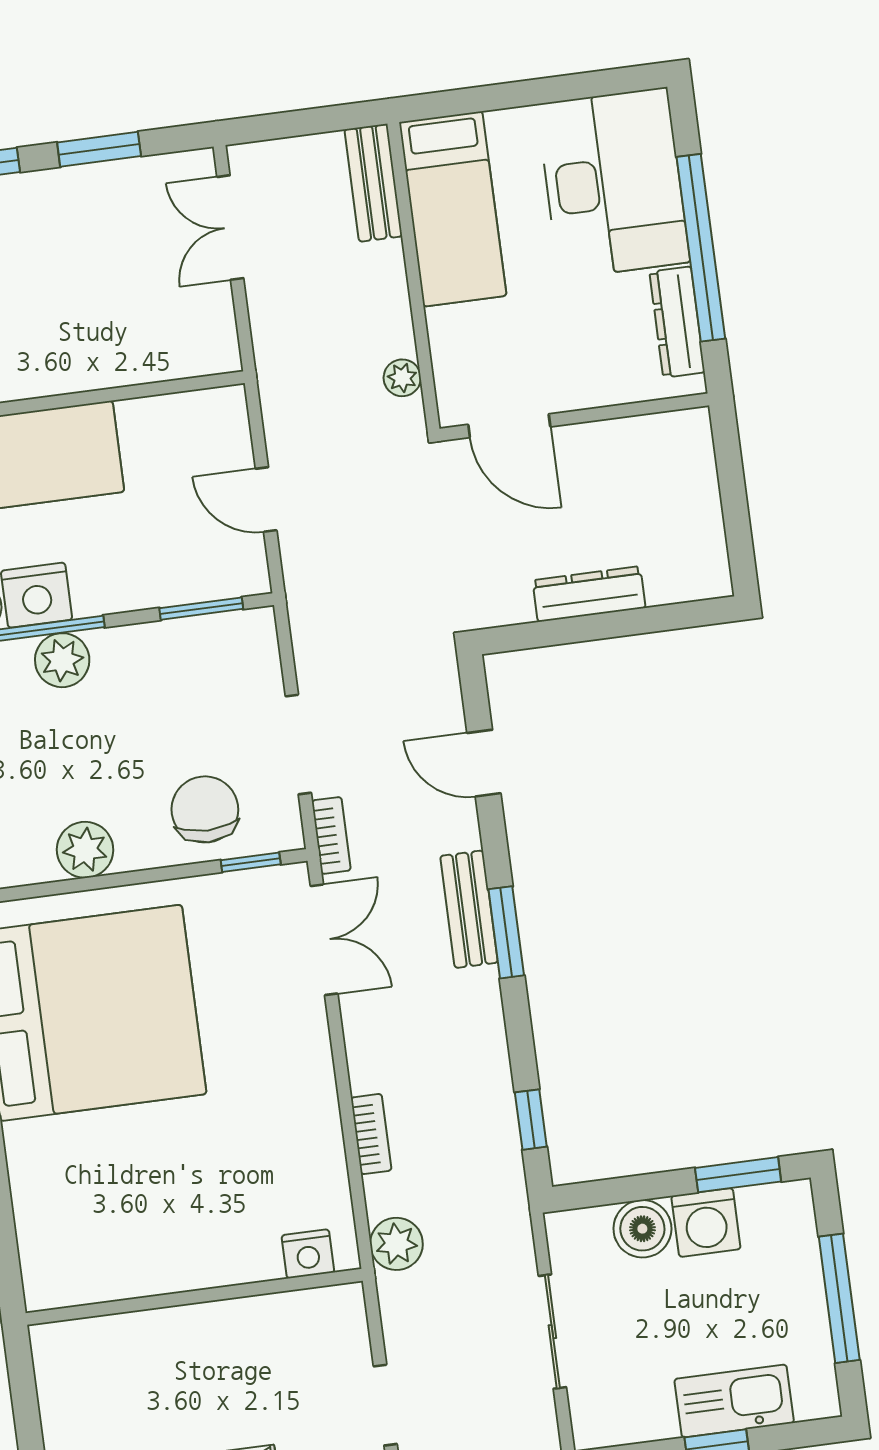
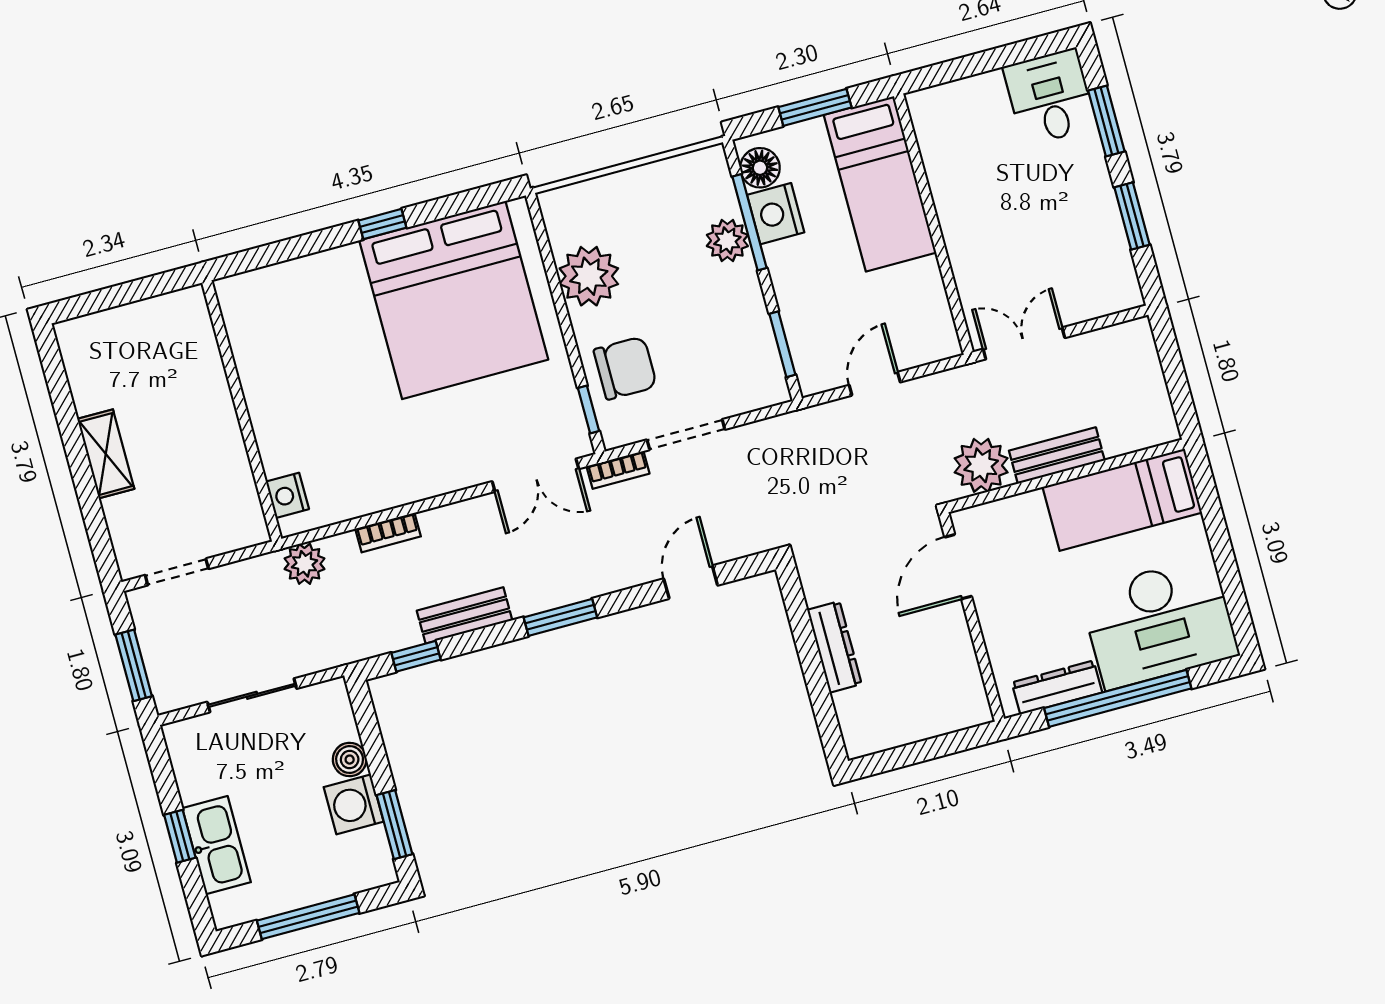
bench: (373, 183) -> (1057, 456), moved
double door: (230, 228) -> (1024, 343), moved
plant: (402, 378) -> (981, 465), width x1.87, depth x1.87
plant: (85, 850) -> (589, 276), width x1.36, depth x1.36
bench: (469, 909) -> (464, 615), moved
boiler: (642, 1229) -> (350, 760), width x0.73, depth x0.73

